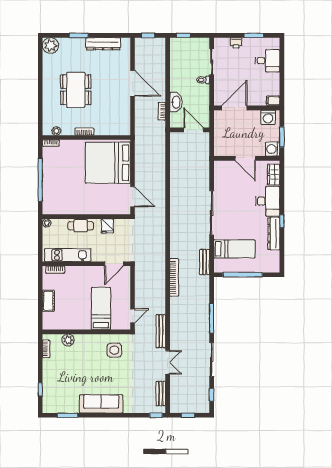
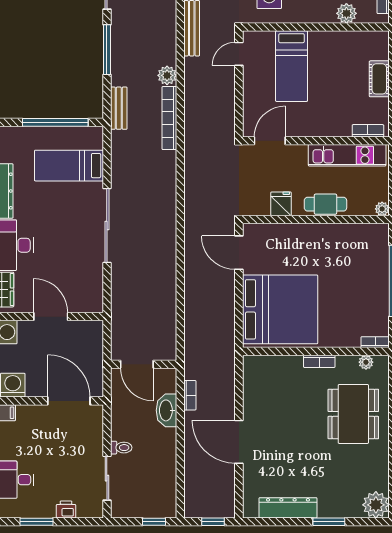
dining table: (76, 90) -> (353, 414), moved
door: (234, 108) -> (69, 401), swing flipped
bench: (205, 262) -> (119, 108), moved
plant: (176, 303) -> (167, 75), added

